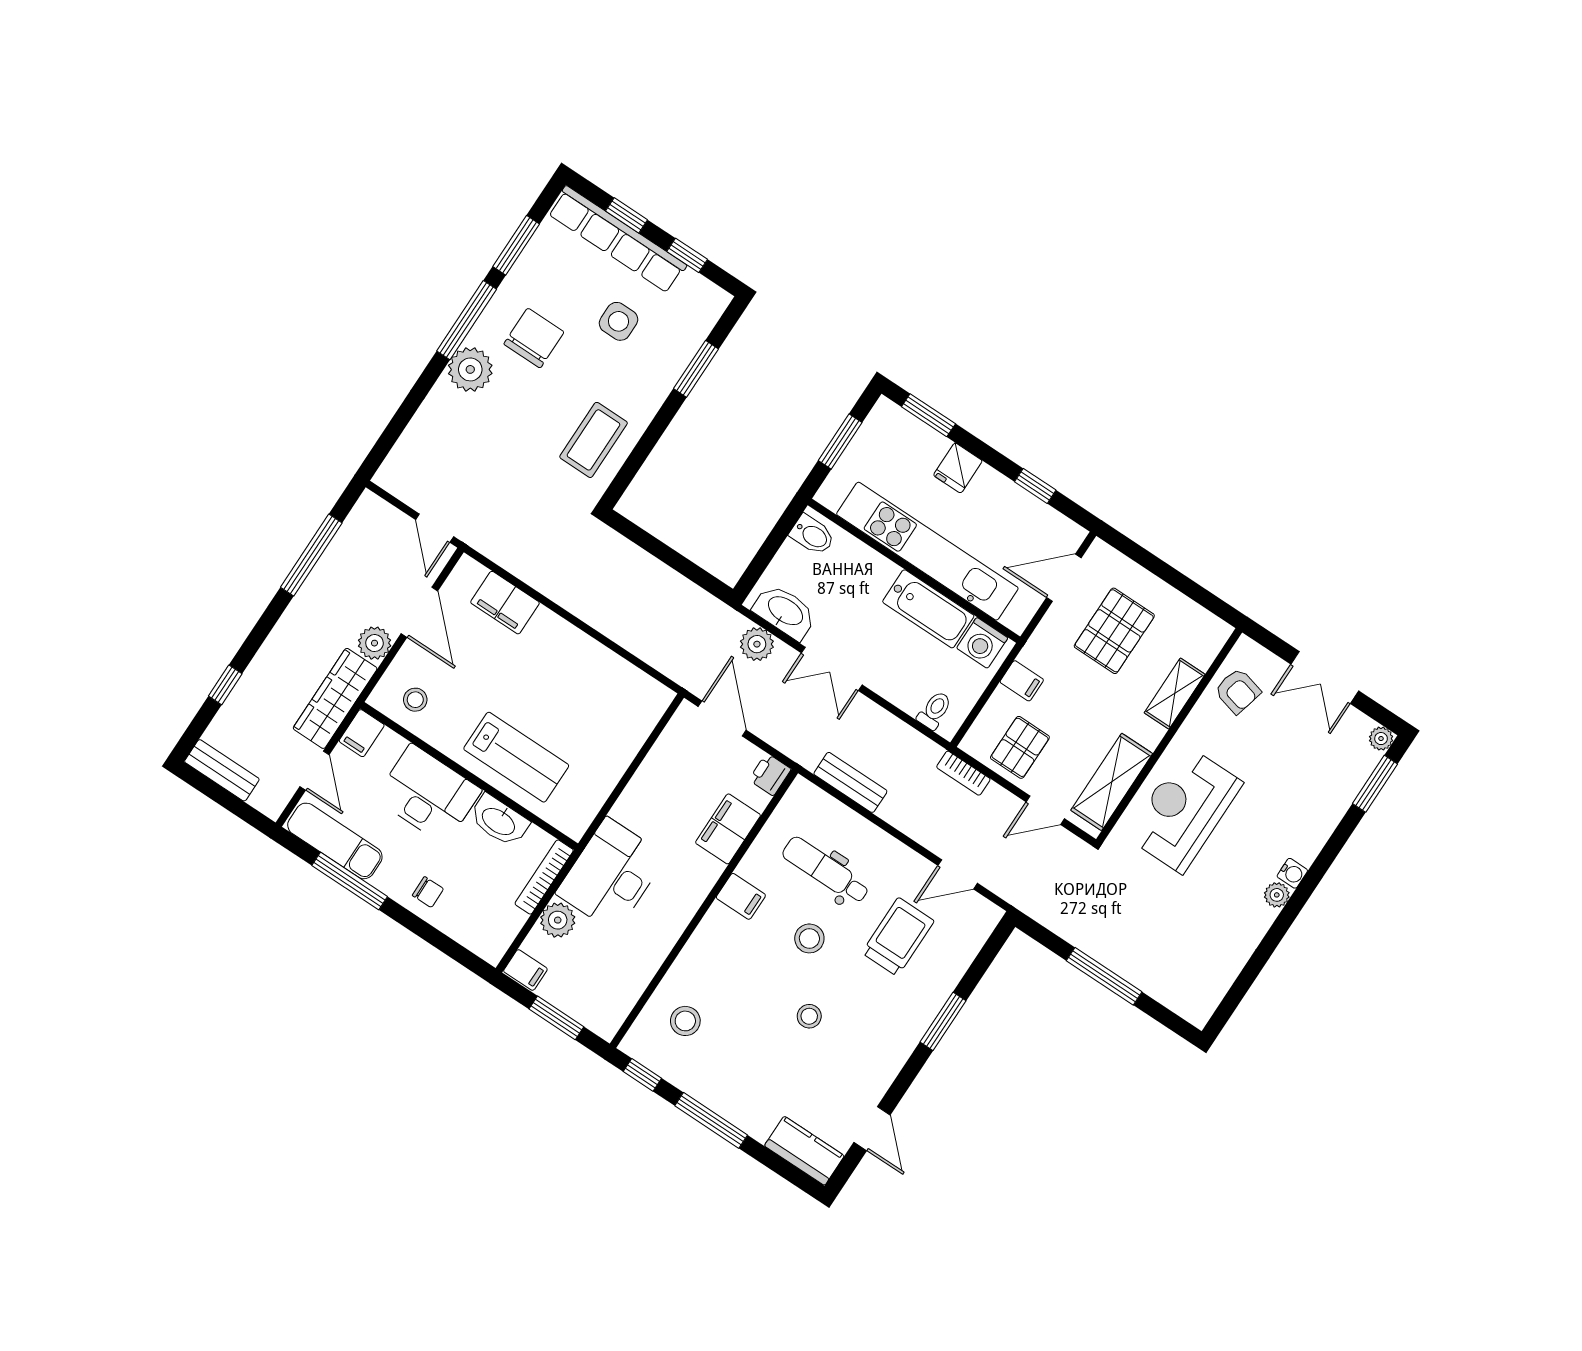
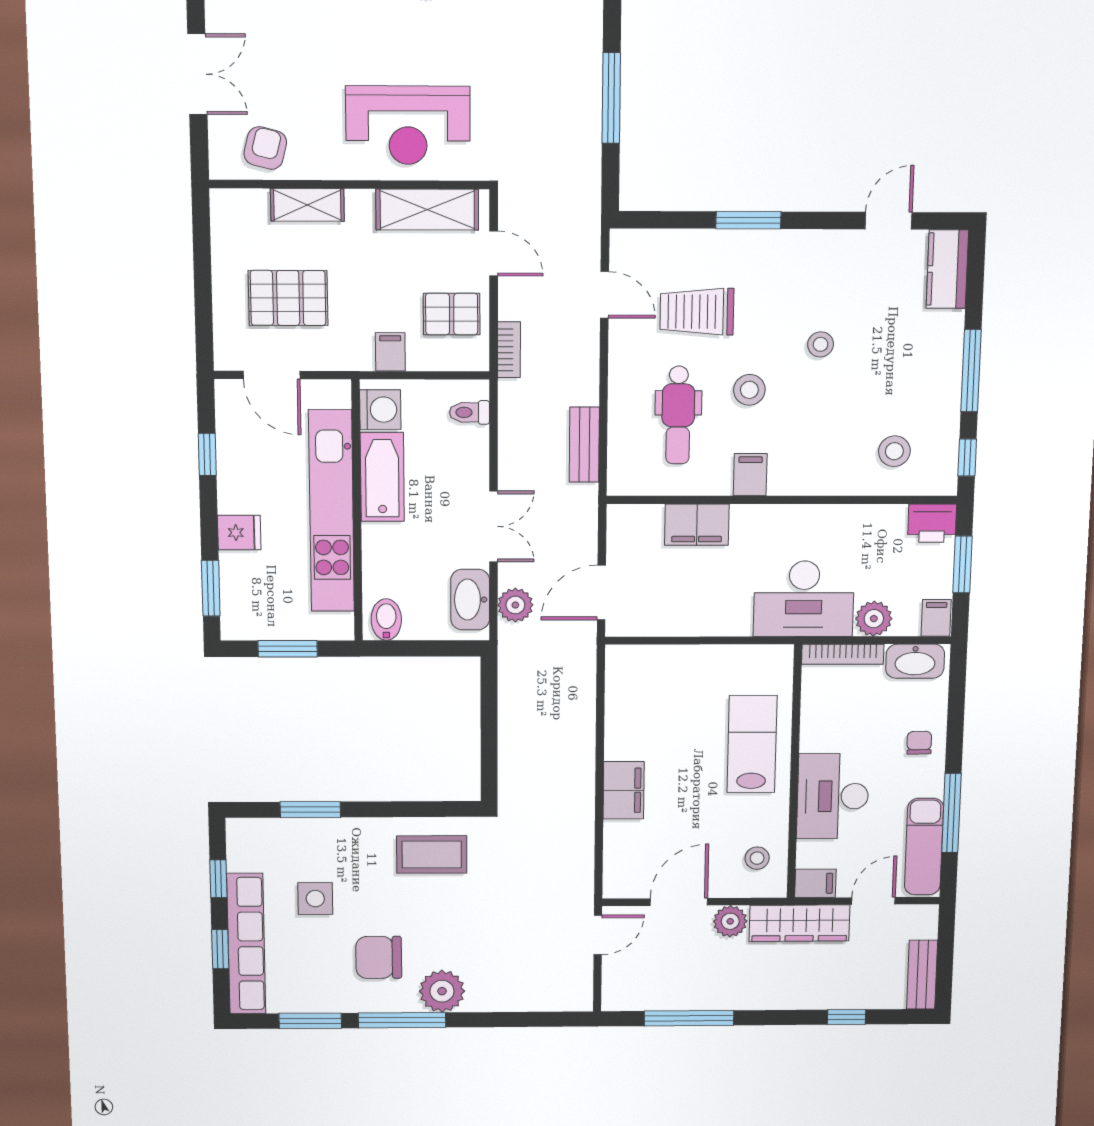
filing cabinet: (505, 603) -> (624, 790), moved
printer: (770, 774) -> (932, 523), moved, width x1.36, depth x1.24
washbasin: (499, 821) -> (915, 661), moved, turned 90

